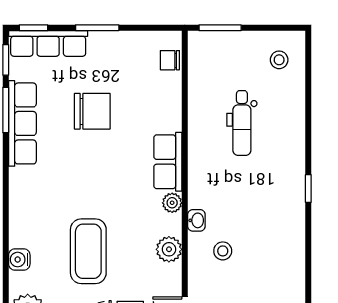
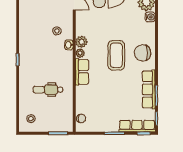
chair: (92, 111) -> (143, 53), moved
dental chair: (242, 123) -> (48, 90), turned -90
plant: (169, 249) -> (82, 42), moved
coffee table: (88, 251) -> (116, 55), moved
water cooler: (19, 260) -> (150, 17), moved

